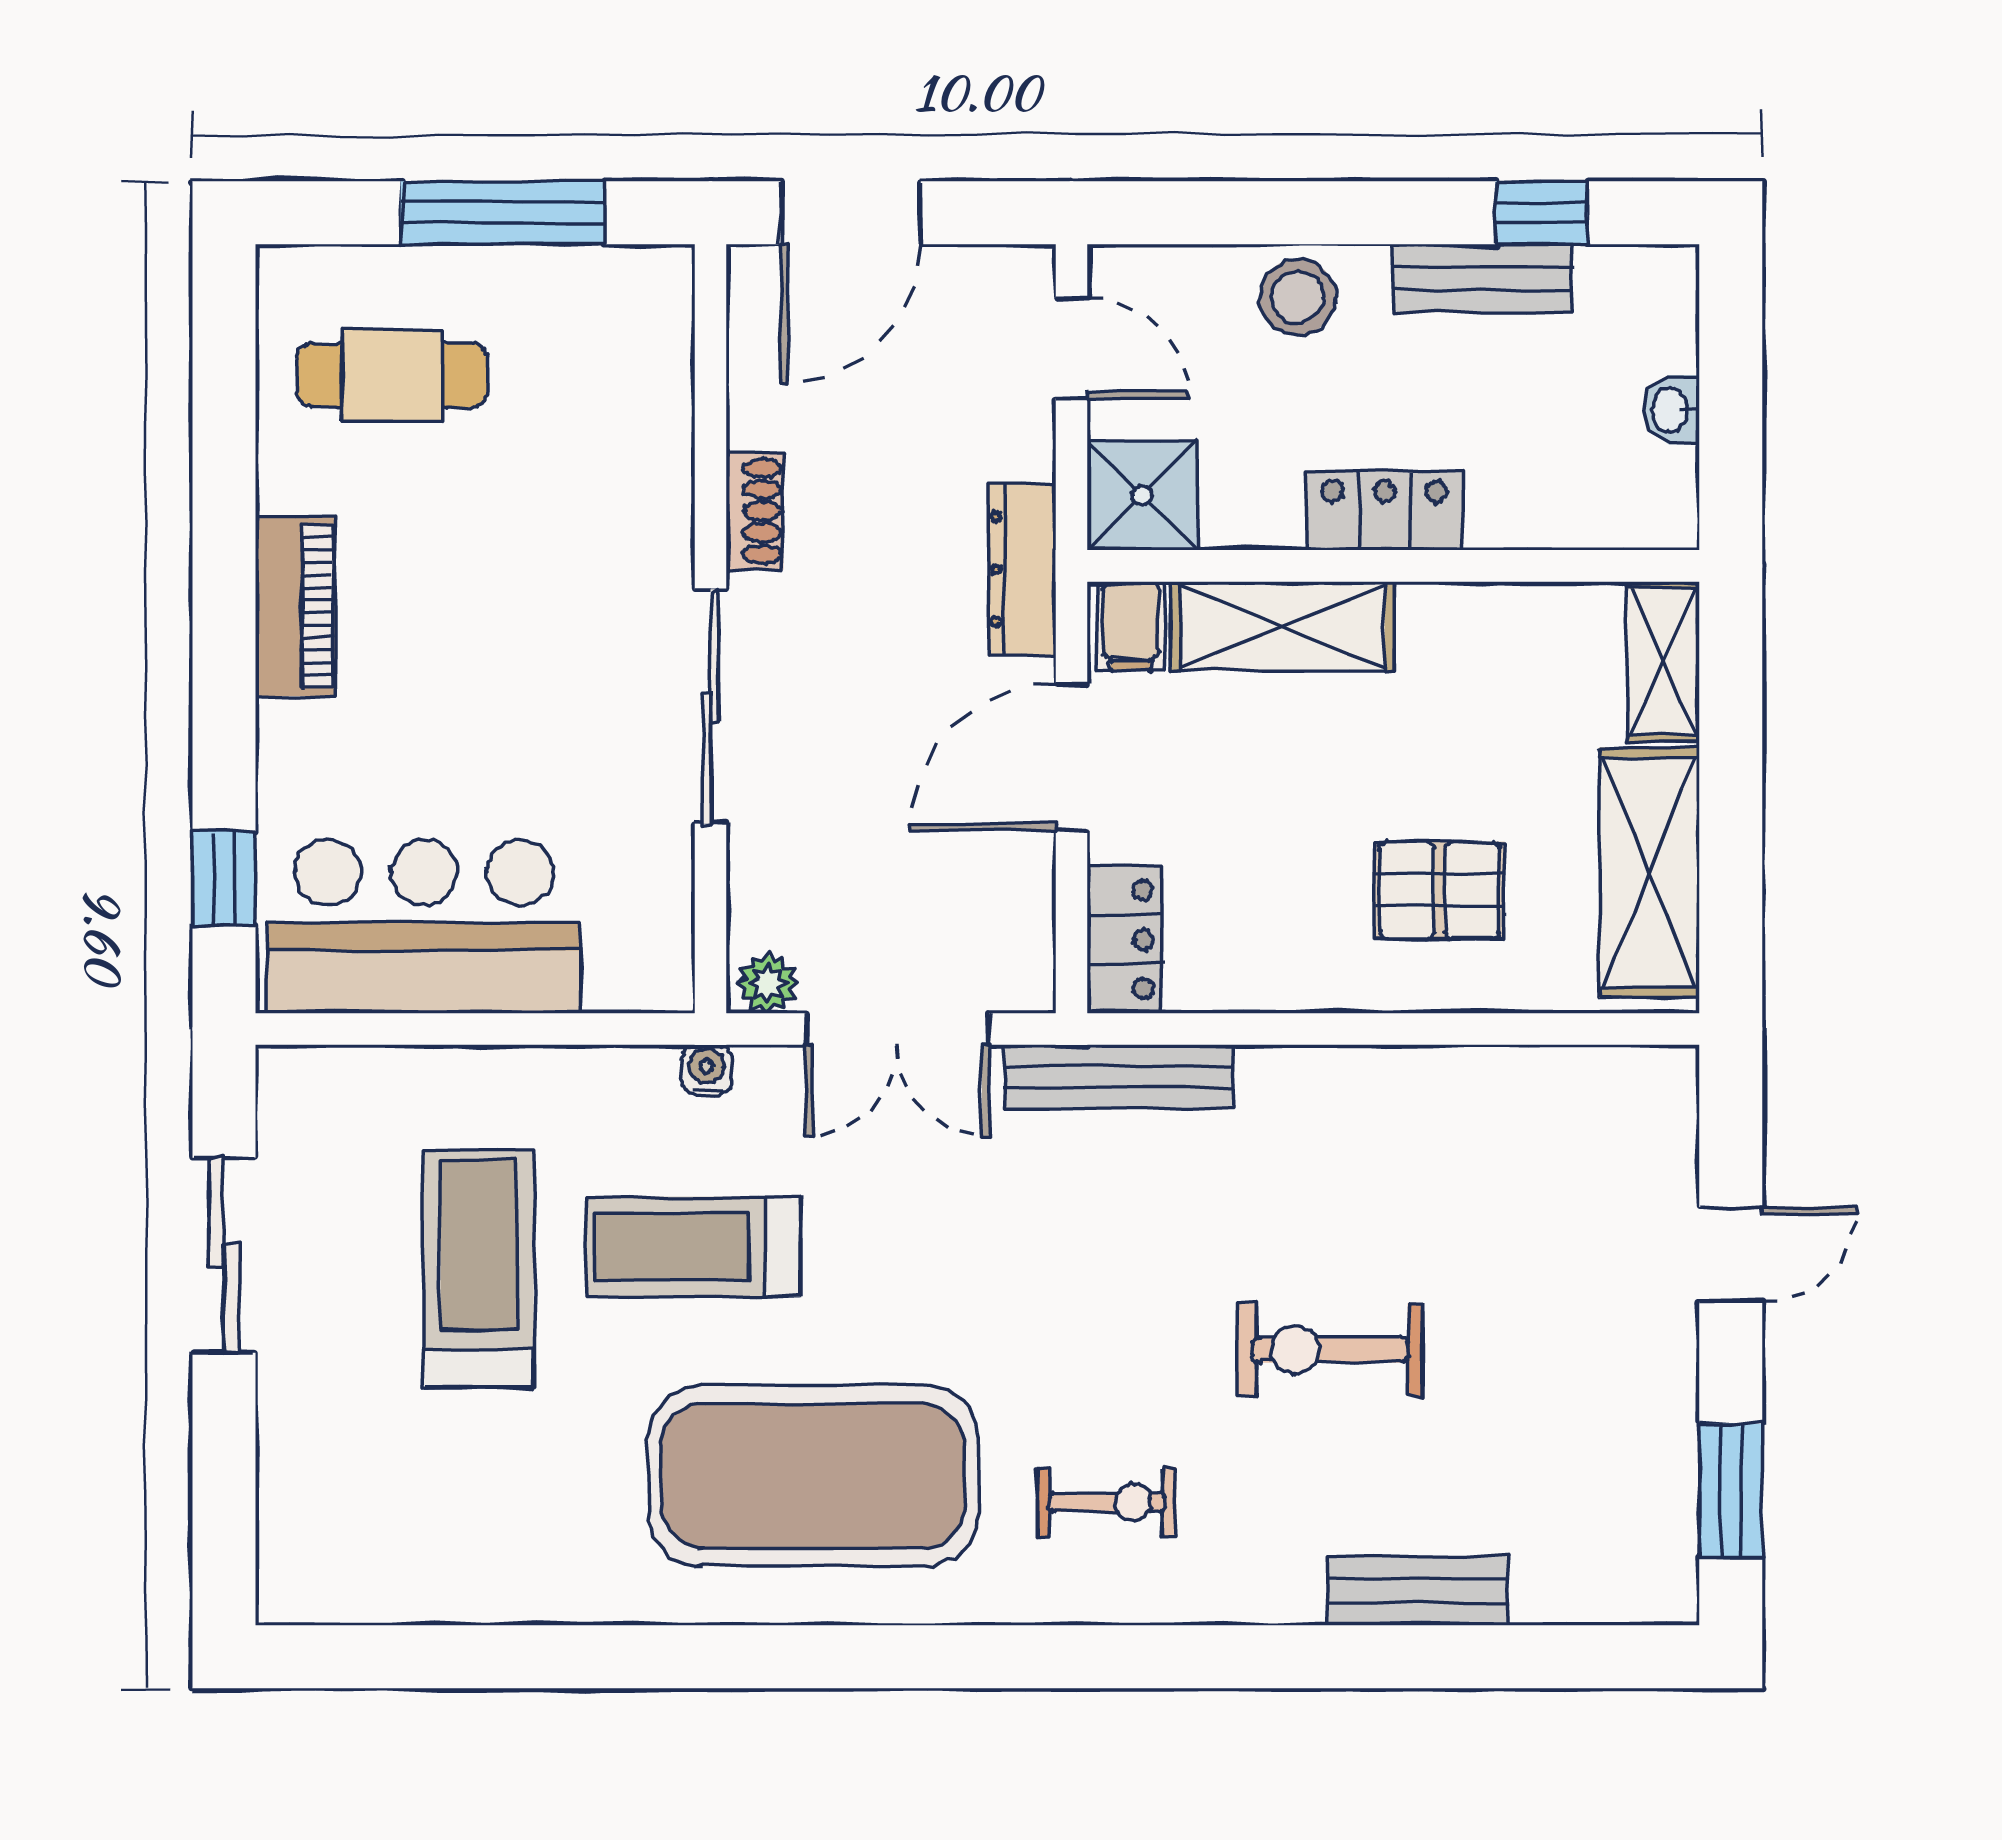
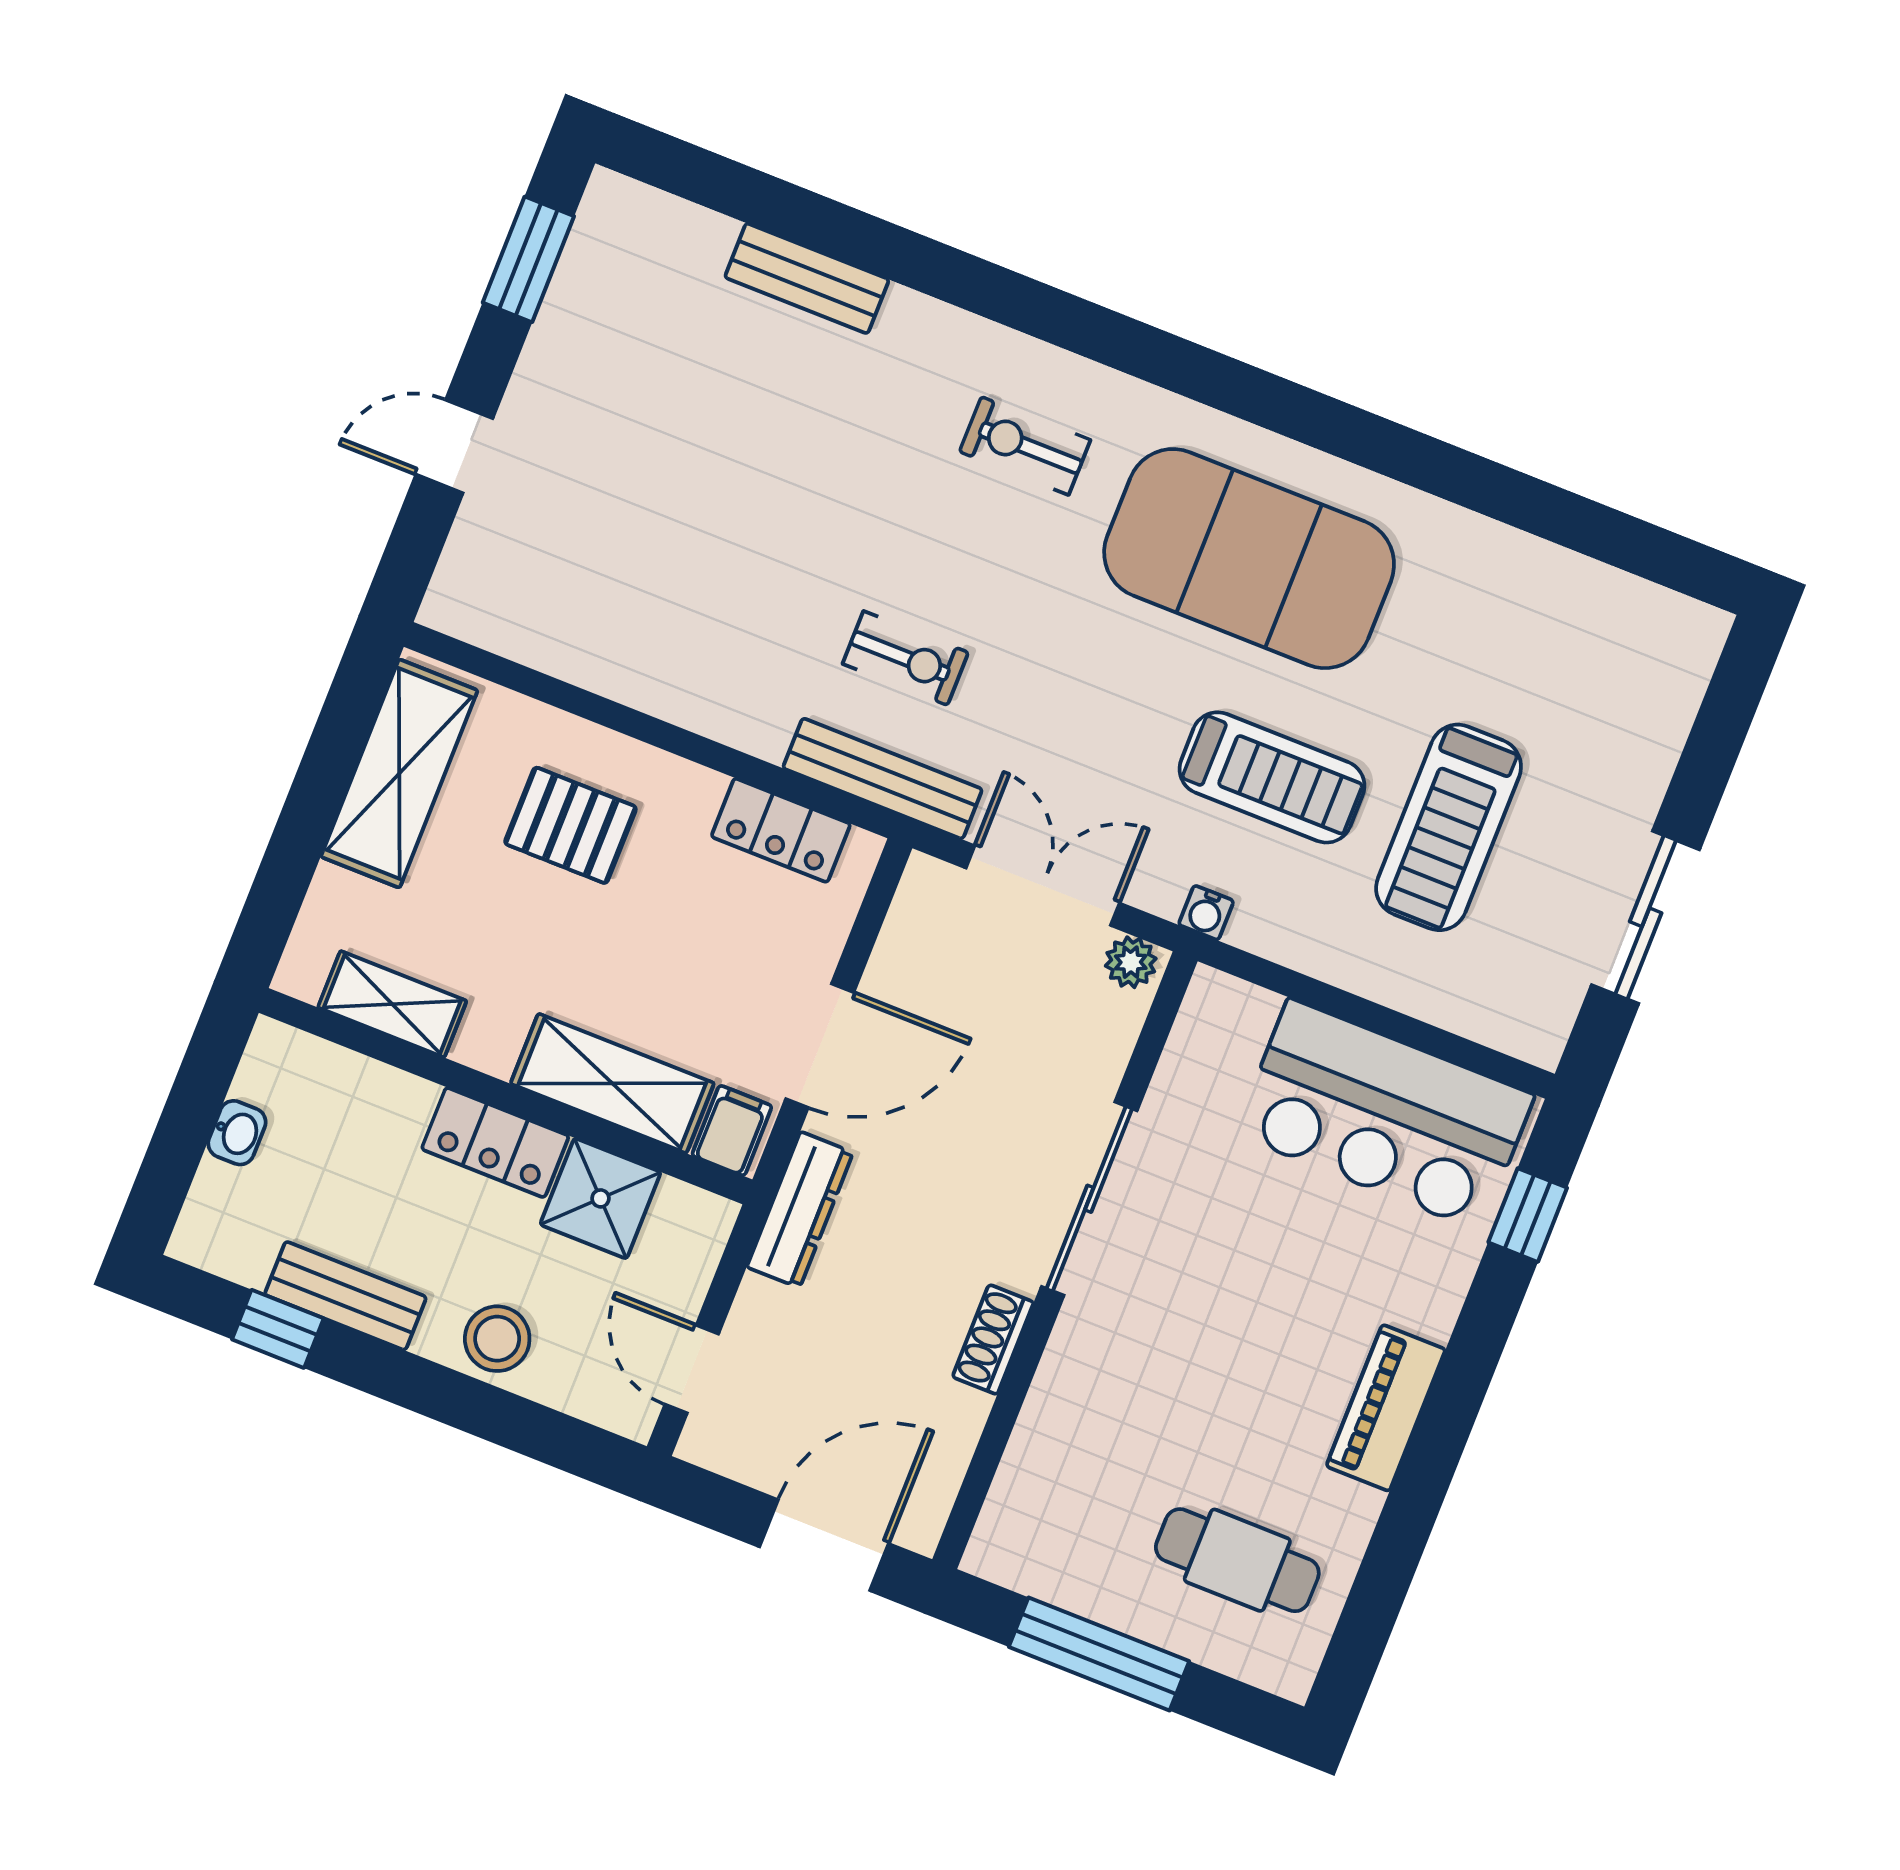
shower: (1142, 495) -> (600, 1198), moved
shelving: (1663, 662) -> (392, 1004), moved, turned 90
locker: (1125, 939) -> (781, 830), moved, turned -90
exercise bike: (1330, 1350) -> (905, 658), moved, width x0.73, depth x0.72

